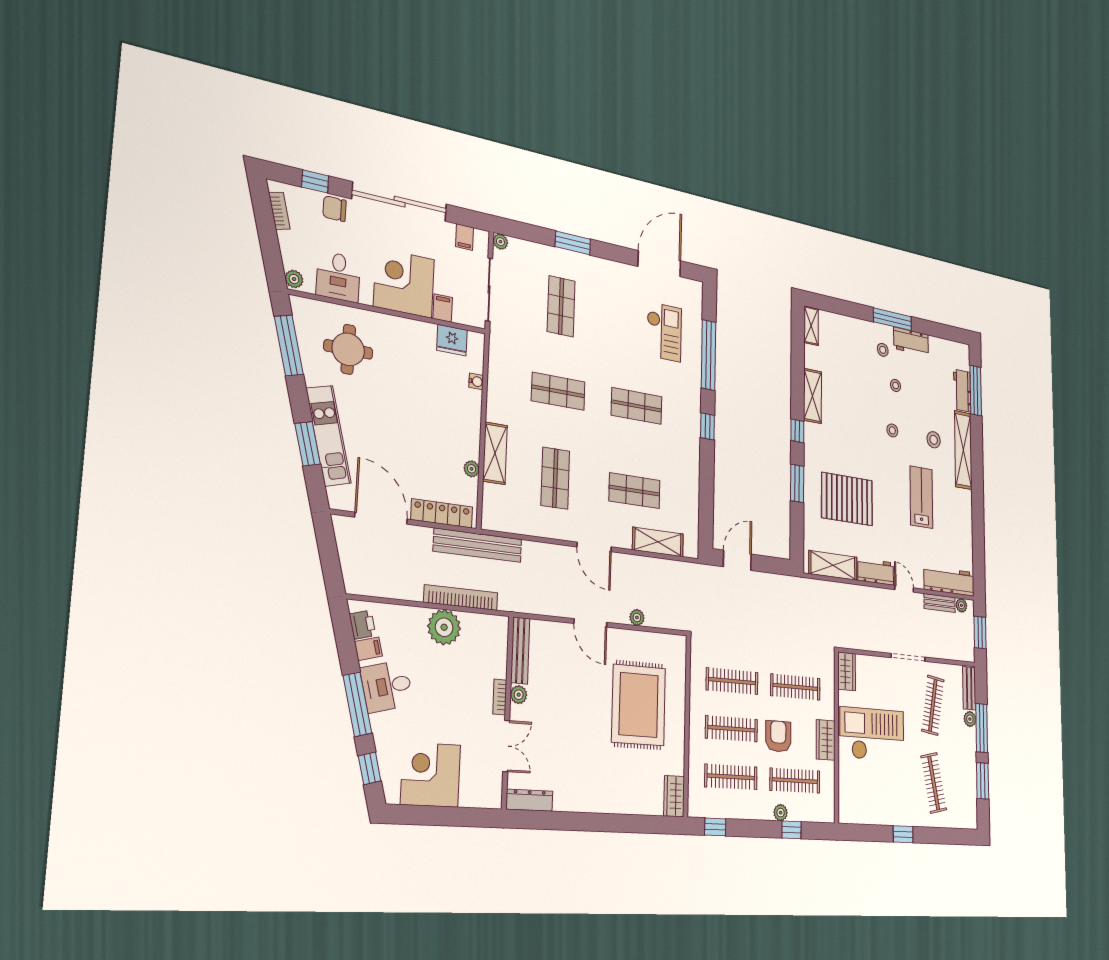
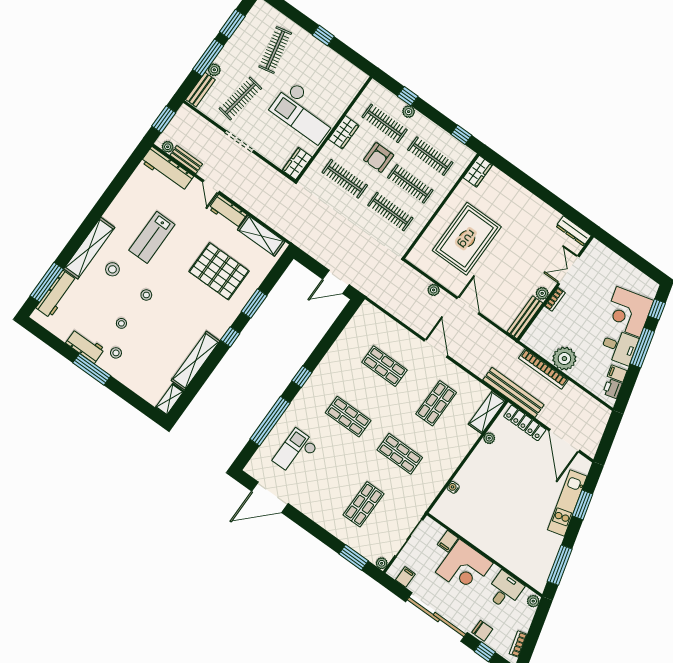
window: (573, 243) -> (354, 557), moved
fridge: (452, 340) -> (454, 519), removed
round table: (348, 349) -> (525, 546), removed
workbench: (962, 391) -> (56, 294), width x1.38
shelving: (813, 396) -> (196, 361), width x1.47
shelving: (495, 453) -> (487, 412), moved
shelving: (658, 542) -> (388, 326), removed
corner desk: (431, 775) -> (628, 312), moved, turned 75

